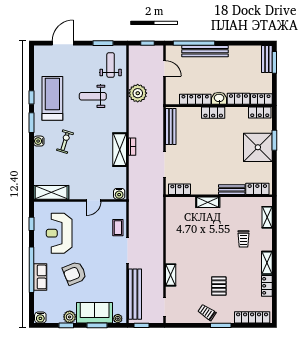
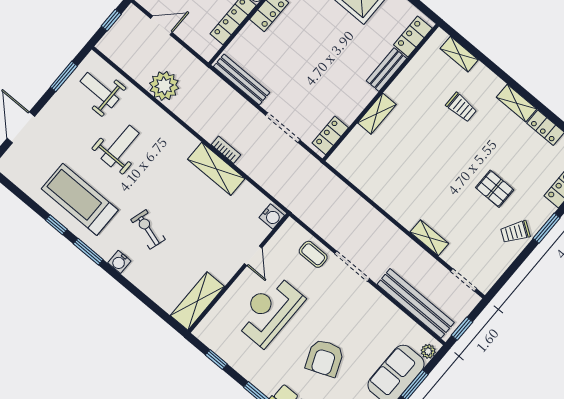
weight bench: (93, 96) -> (120, 146), turned 180
reception desk: (59, 233) -> (269, 311), moved, turned 90

